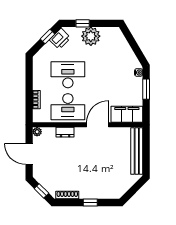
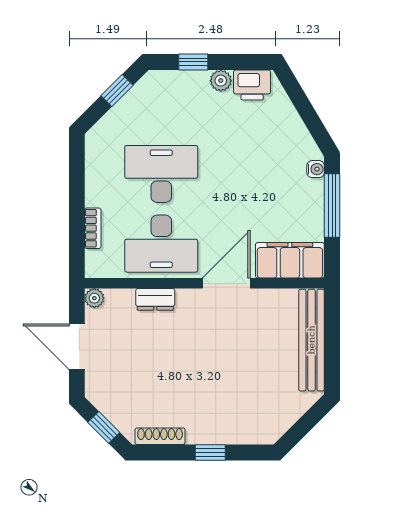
plant: (91, 36) -> (221, 81), width x0.53, depth x0.53
printer: (60, 39) -> (252, 85), moved, turned 45
window: (146, 89) -> (332, 206), width x1.44

